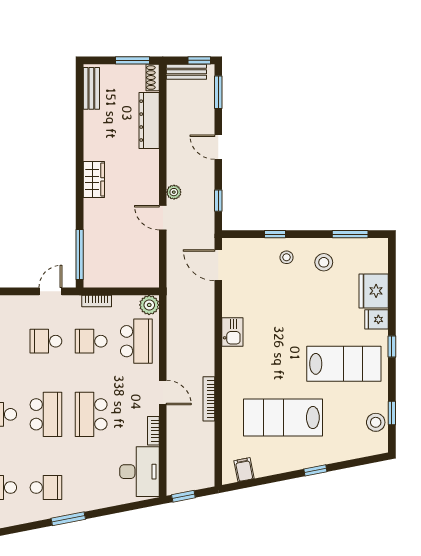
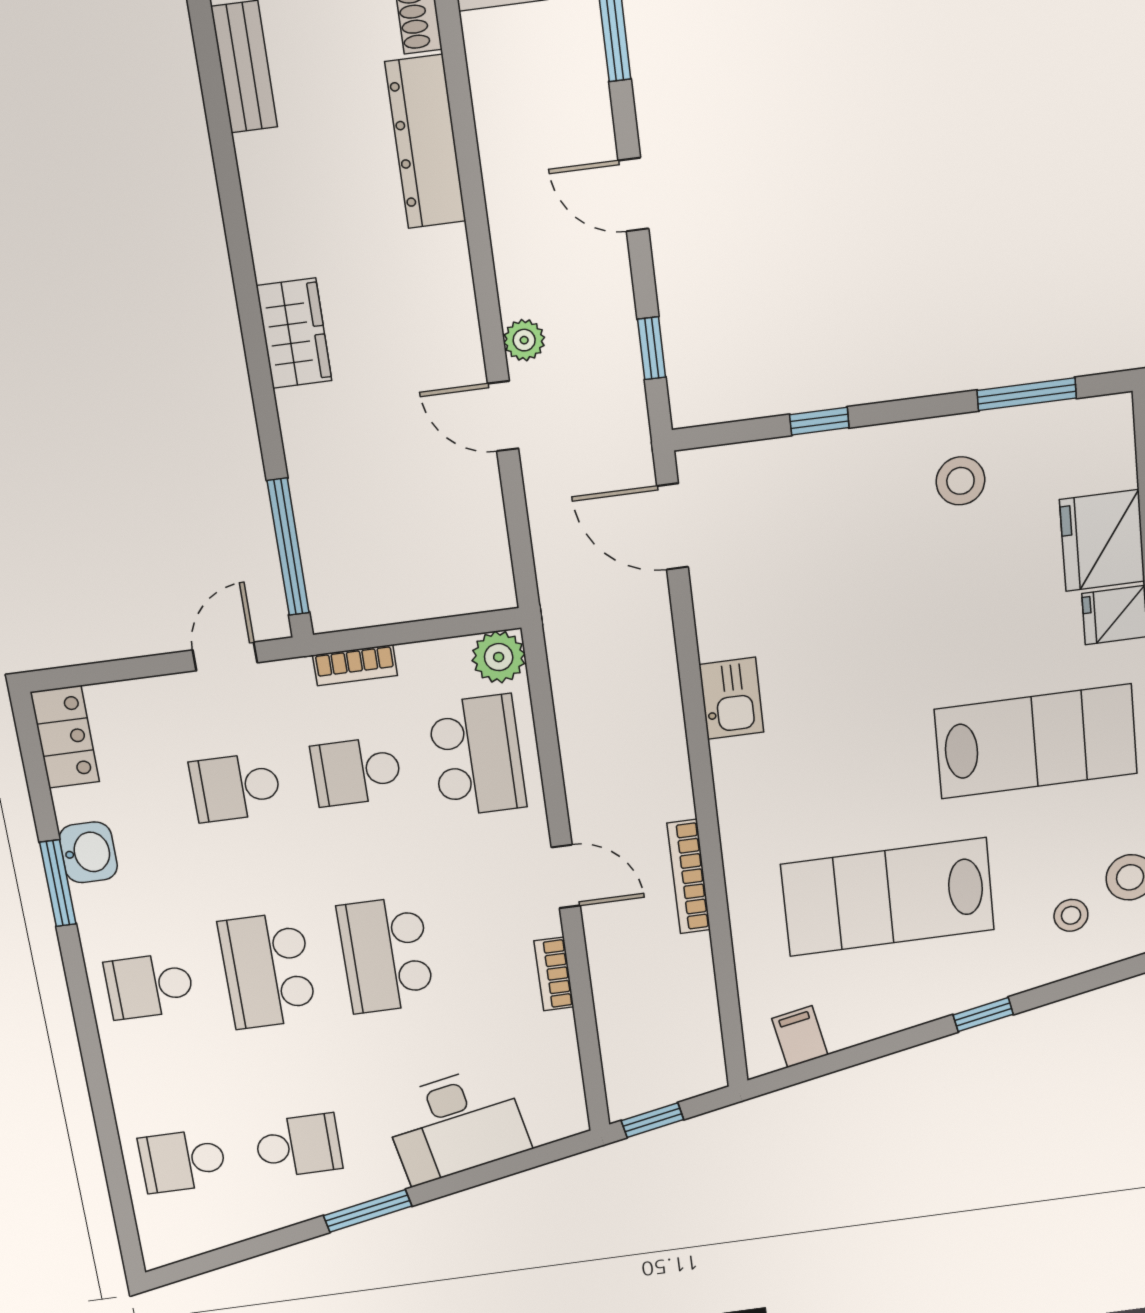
stool: (287, 257) -> (1071, 915), moved
school desk: (46, 414) -> (268, 971), turned 180
desk: (139, 472) -> (456, 1125), moved, turned 79

